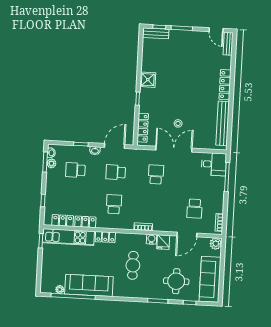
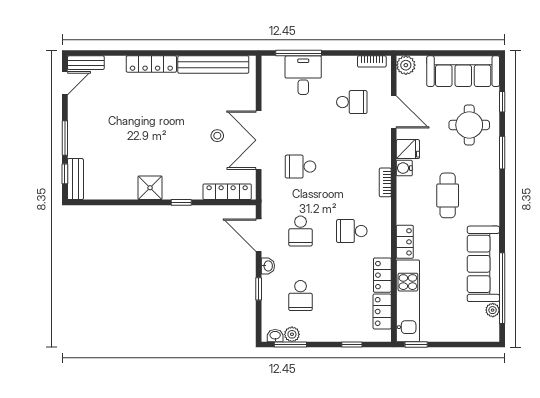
desk: (214, 164) -> (303, 75), moved
cafe table: (133, 265) -> (448, 195), turned 90

